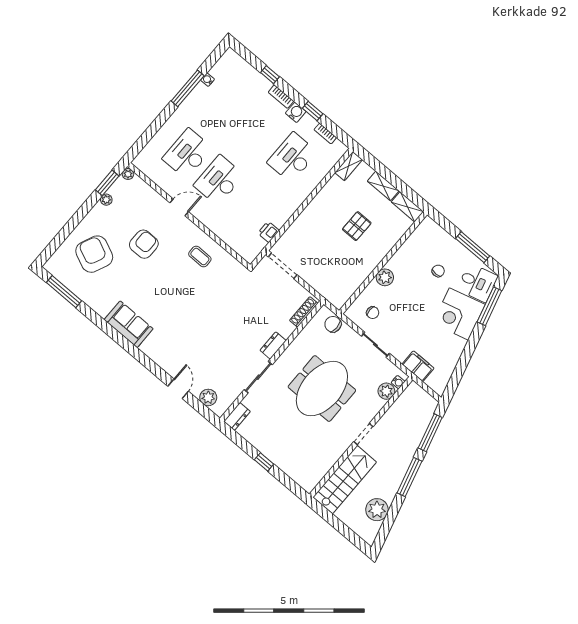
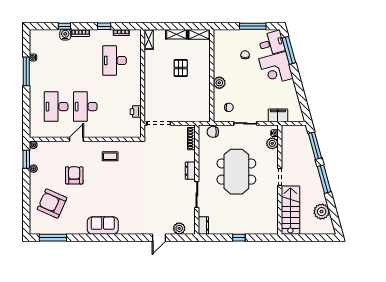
water cooler: (296, 112) -> (65, 35), moved
door: (178, 389) -> (159, 238), swing flipped

